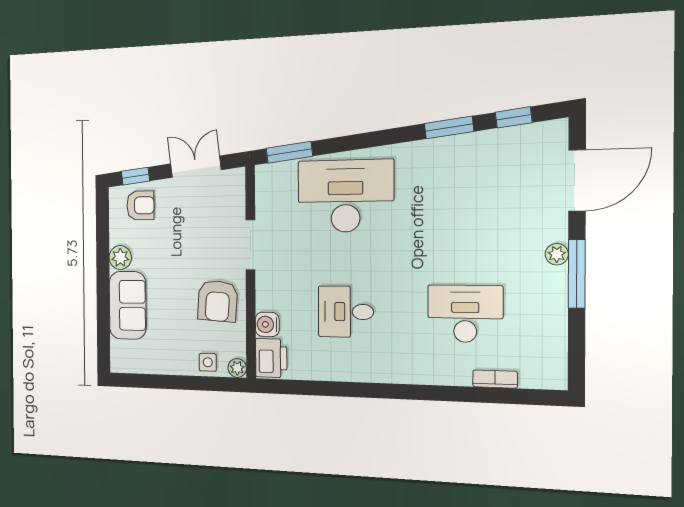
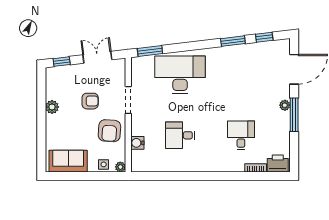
armchair: (140, 205) -> (90, 101), moved
sofa: (128, 305) -> (68, 161), moved, turned -90
desk: (465, 314) -> (241, 135), width x0.73
printer: (271, 358) -> (278, 164), moved, turned -90

